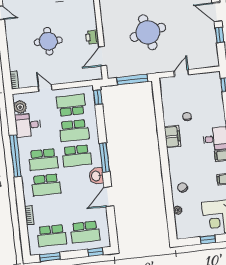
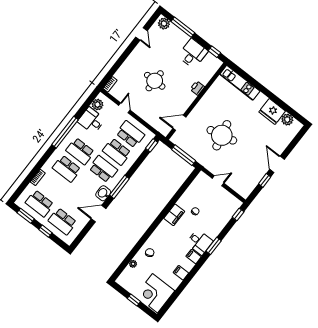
printer: (92, 37) -> (197, 88), moved
school desk: (77, 156) -> (103, 169), turned 180
window: (95, 252) -> (45, 231), moved

